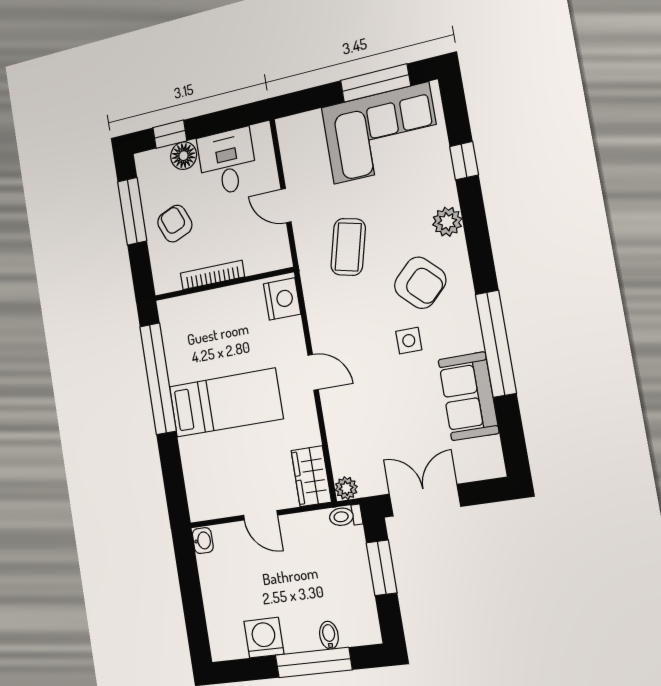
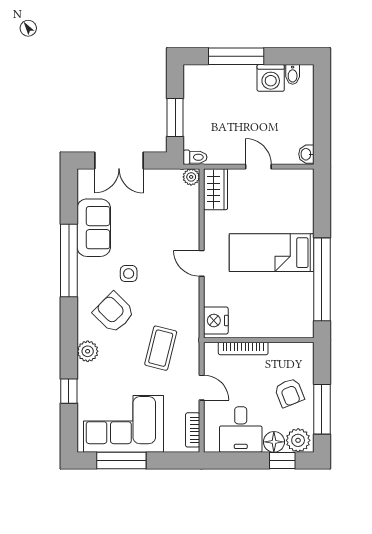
bookcase: (288, 147) -> (193, 430), added
plant: (155, 165) -> (298, 440), added
bookcase: (212, 275) -> (243, 348), moved
double door: (425, 500) -> (119, 160), moved
bidet: (329, 635) -> (293, 74), moved

